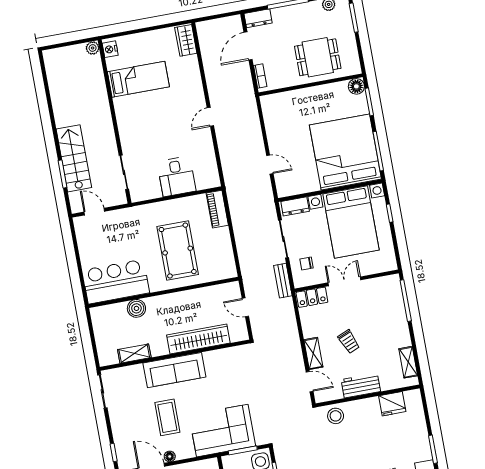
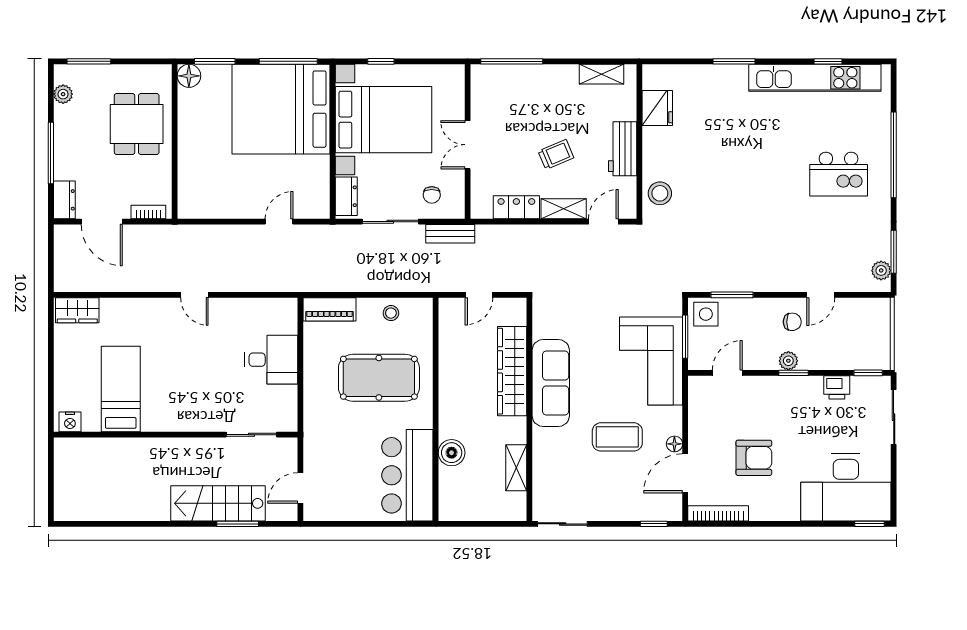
plant: (93, 48) -> (63, 447), removed
stool: (222, 251) -> (391, 313), added
locker: (312, 297) -> (516, 207), moved, turned -90
sofa: (174, 370) -> (551, 383), moved

